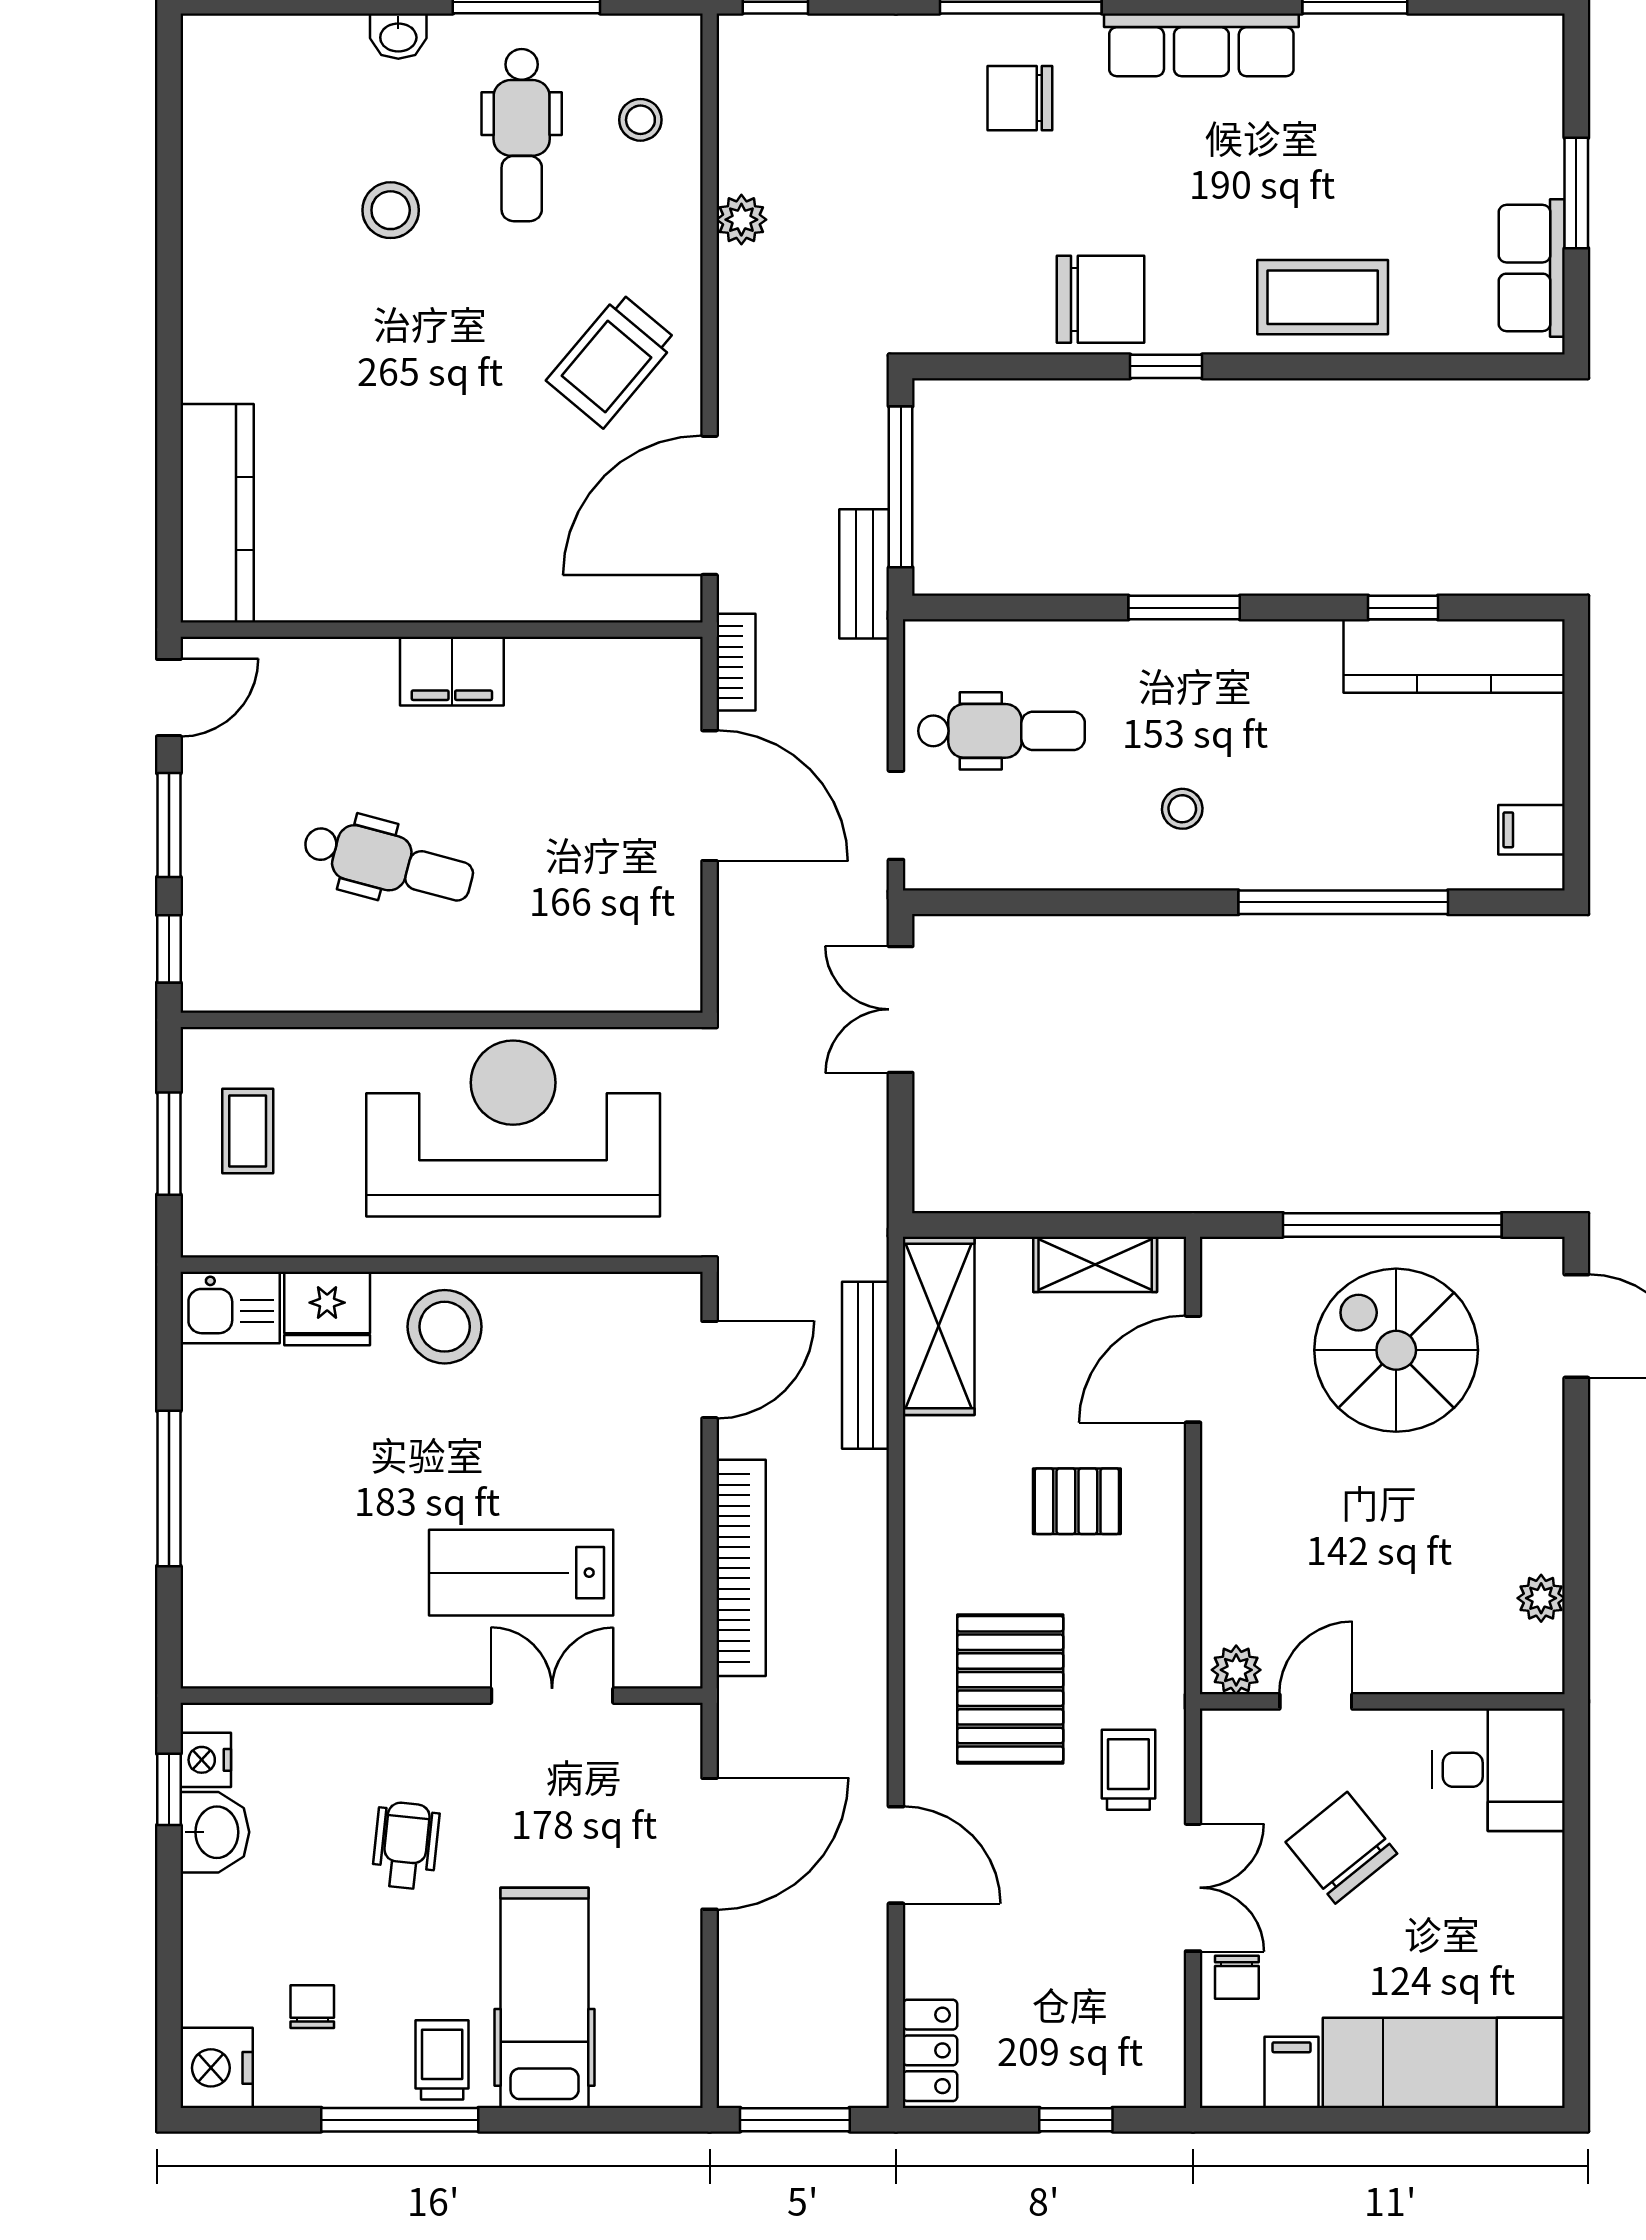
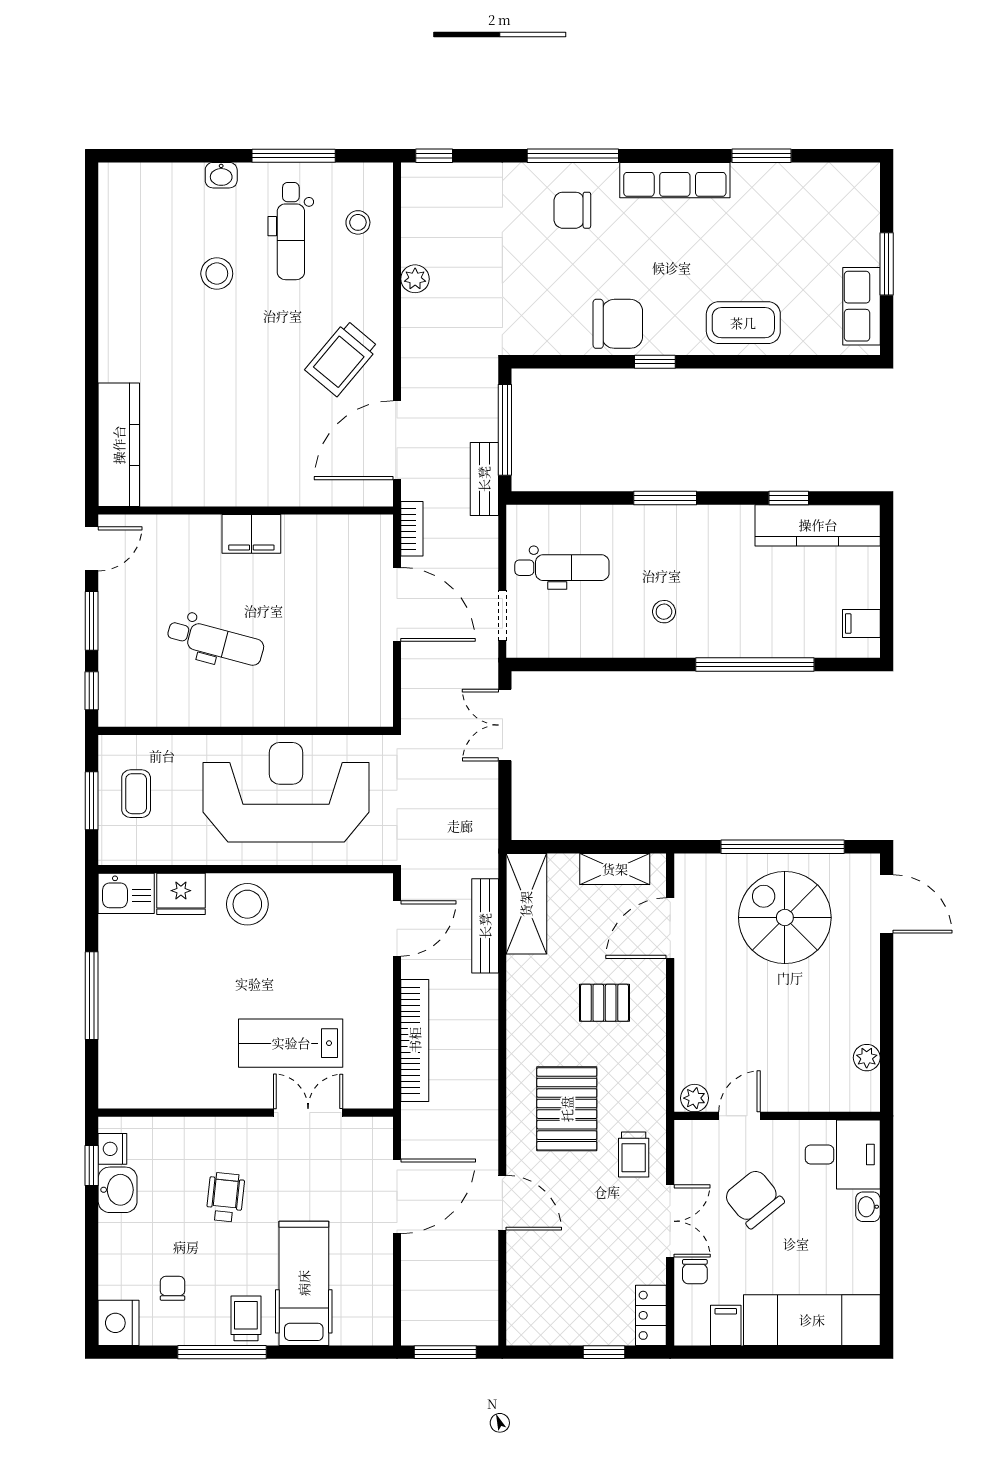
trolley: (1128, 1770) -> (634, 1155), turned 180
washbasin: (1543, 1862) -> (868, 1207), added
locker: (930, 2050) -> (651, 1315), moved, turned 180

